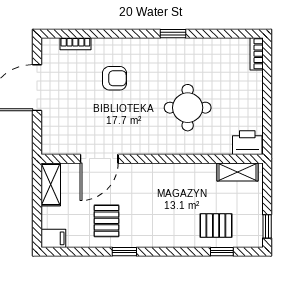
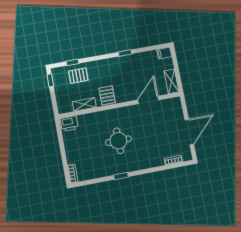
armchair: (115, 78) -> (148, 145), removed
round table: (188, 108) -> (118, 141), moved
shelving: (237, 172) -> (84, 104), moved
pallet: (106, 221) -> (107, 95), moved

